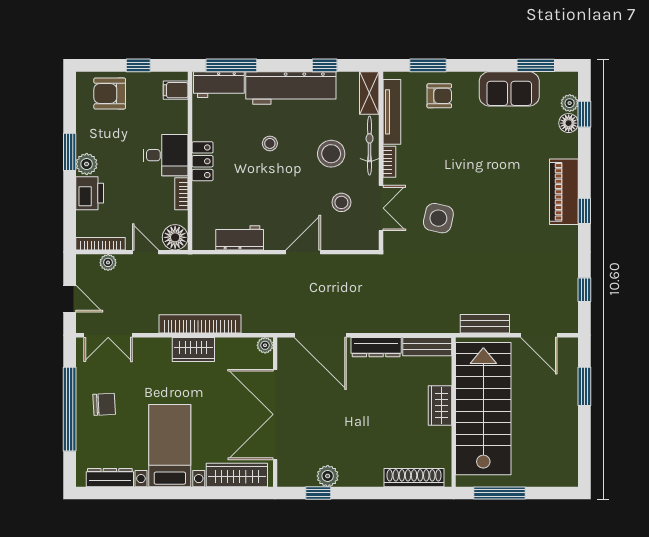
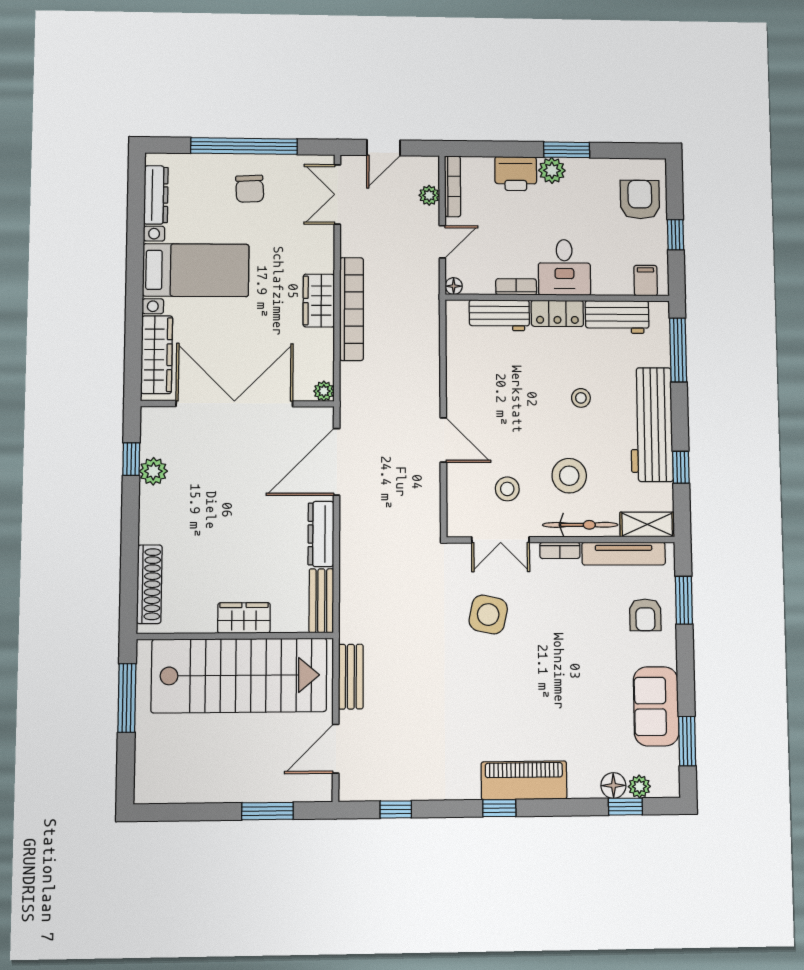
workbench: (219, 85) -> (617, 317), moved, turned -90
floor lamp: (175, 237) -> (454, 286), width x0.53, depth x0.53
workbench: (240, 238) -> (499, 315), moved, turned 90

